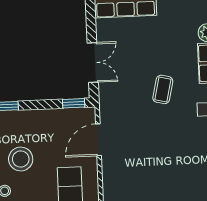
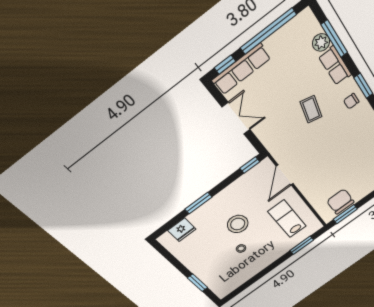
double door: (93, 62) -> (236, 118), moved

